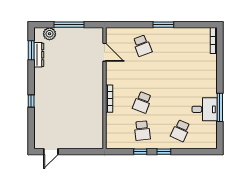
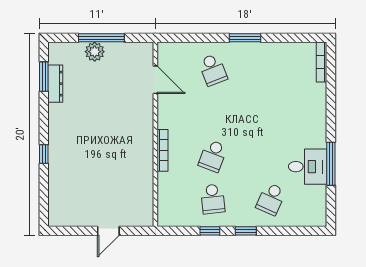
plant: (49, 34) -> (95, 52), moved
door: (51, 152) -> (108, 231), moved

